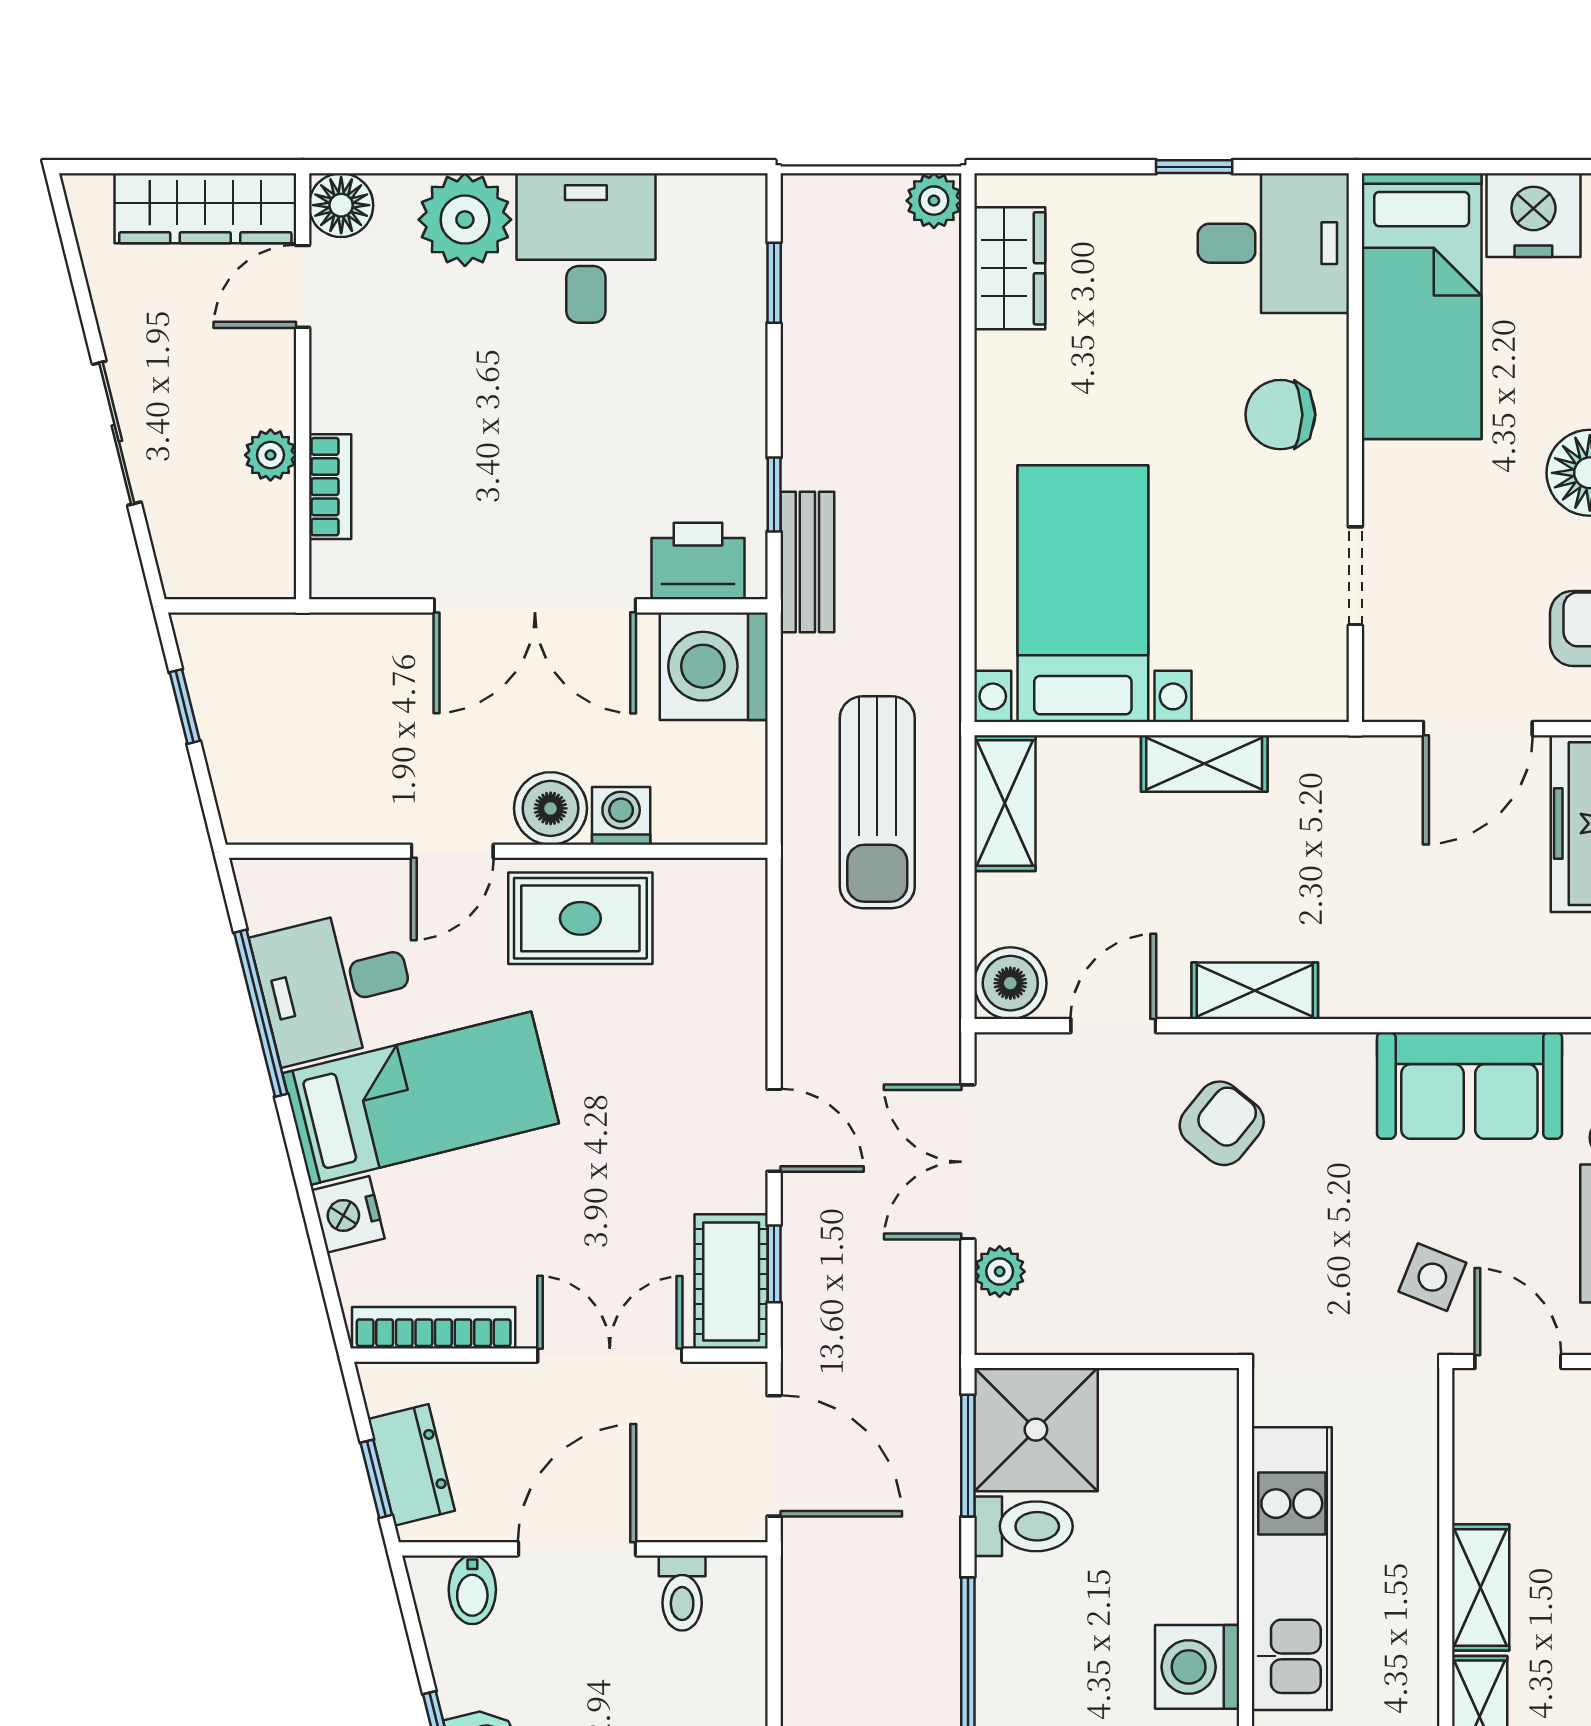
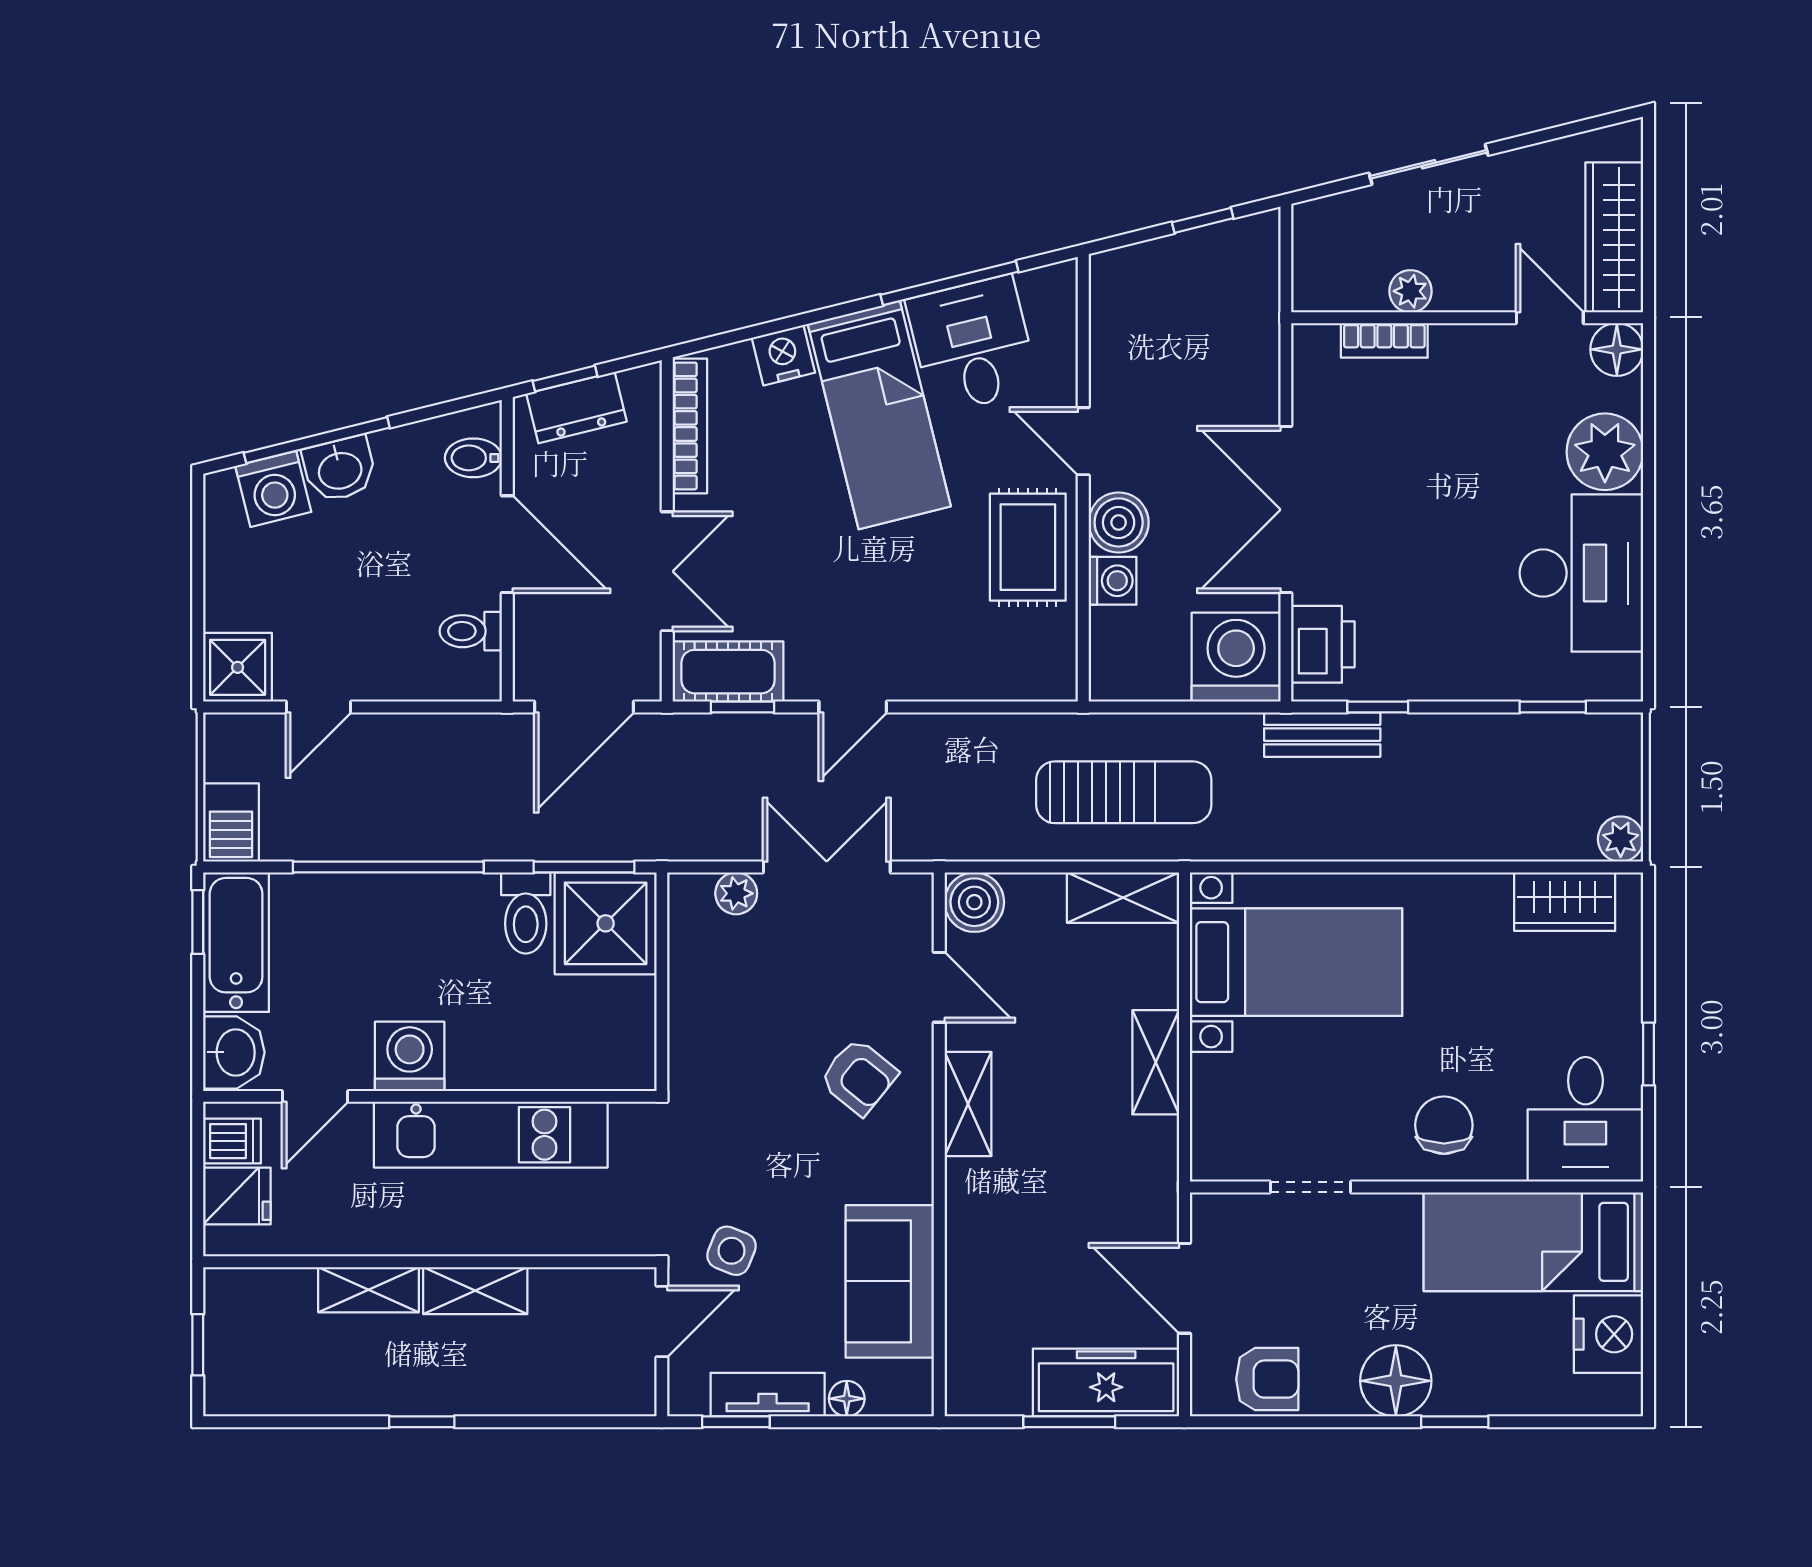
desk: (586, 248) -> (1581, 573), width x1.37
sun lounger: (877, 802) -> (1124, 792), turned 180

